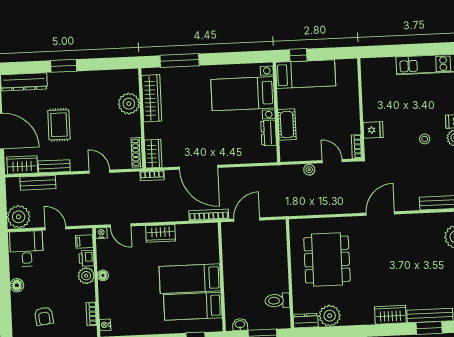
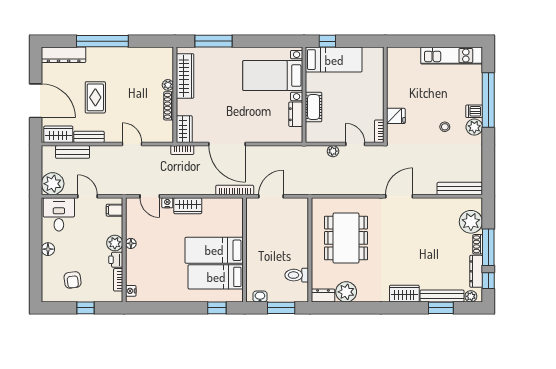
window: (64, 66) -> (102, 41), width x2.11
plant: (129, 104) -> (168, 85), width x0.53, depth x0.53
shoe rack: (137, 152) -> (169, 106), moved
nightstand: (101, 233) -> (167, 203), moved
printer: (86, 258) -> (116, 260), moved

